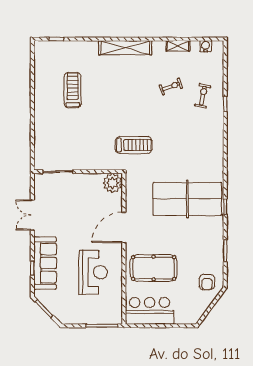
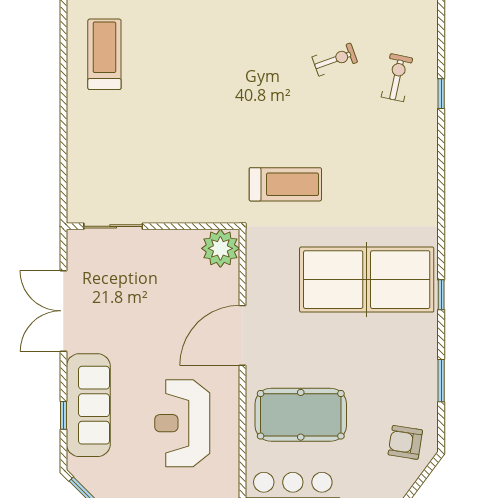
treadmill: (73, 90) -> (104, 54), moved
treadmill: (134, 145) -> (285, 184), moved
double door: (32, 215) -> (63, 311), width x1.37
reception desk: (93, 272) -> (182, 423), turned 180
armchair: (207, 282) -> (405, 442), turned 99

